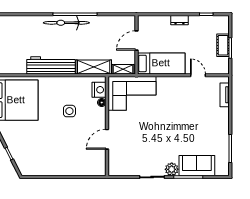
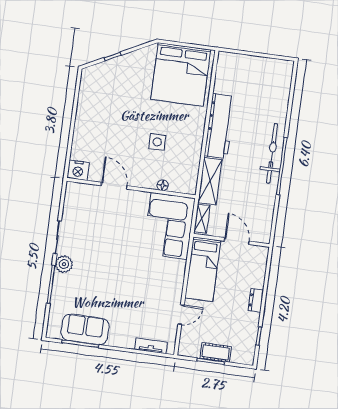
nightstand: (99, 90) -> (78, 170), moved
sofa: (197, 166) -> (85, 329), moved, turned -90

